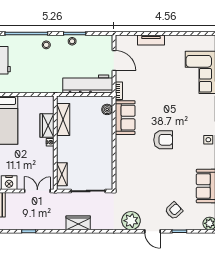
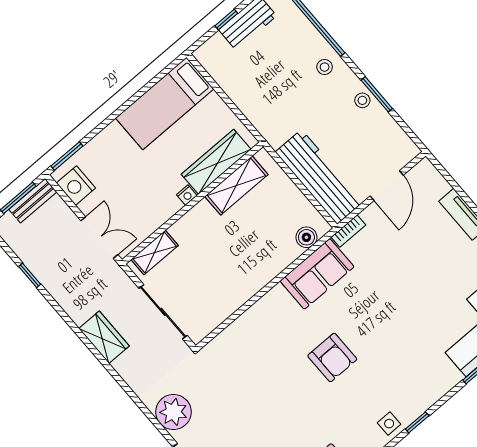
wardrobe: (47, 125) -> (216, 162), width x1.50

